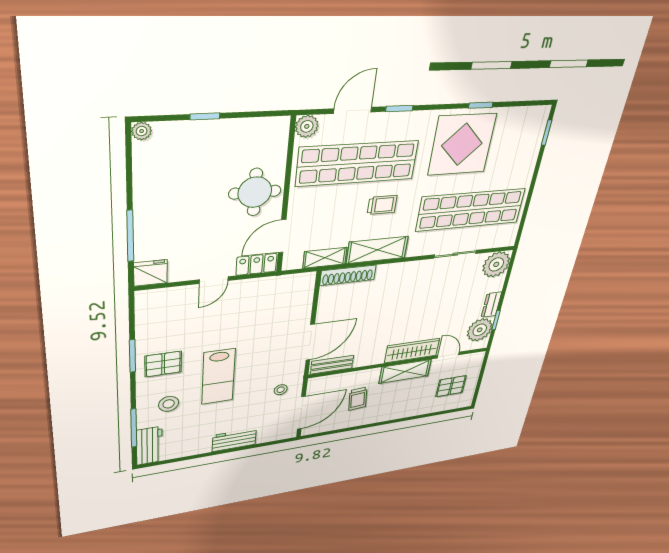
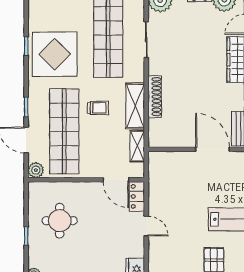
round table: (255, 192) -> (60, 221), moved
trolley: (382, 205) -> (98, 108), turned 90
shoe rack: (348, 275) -> (155, 97), moved

